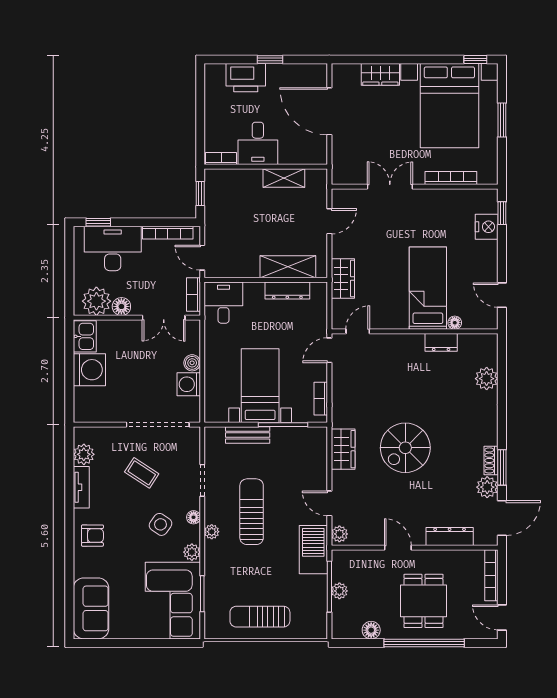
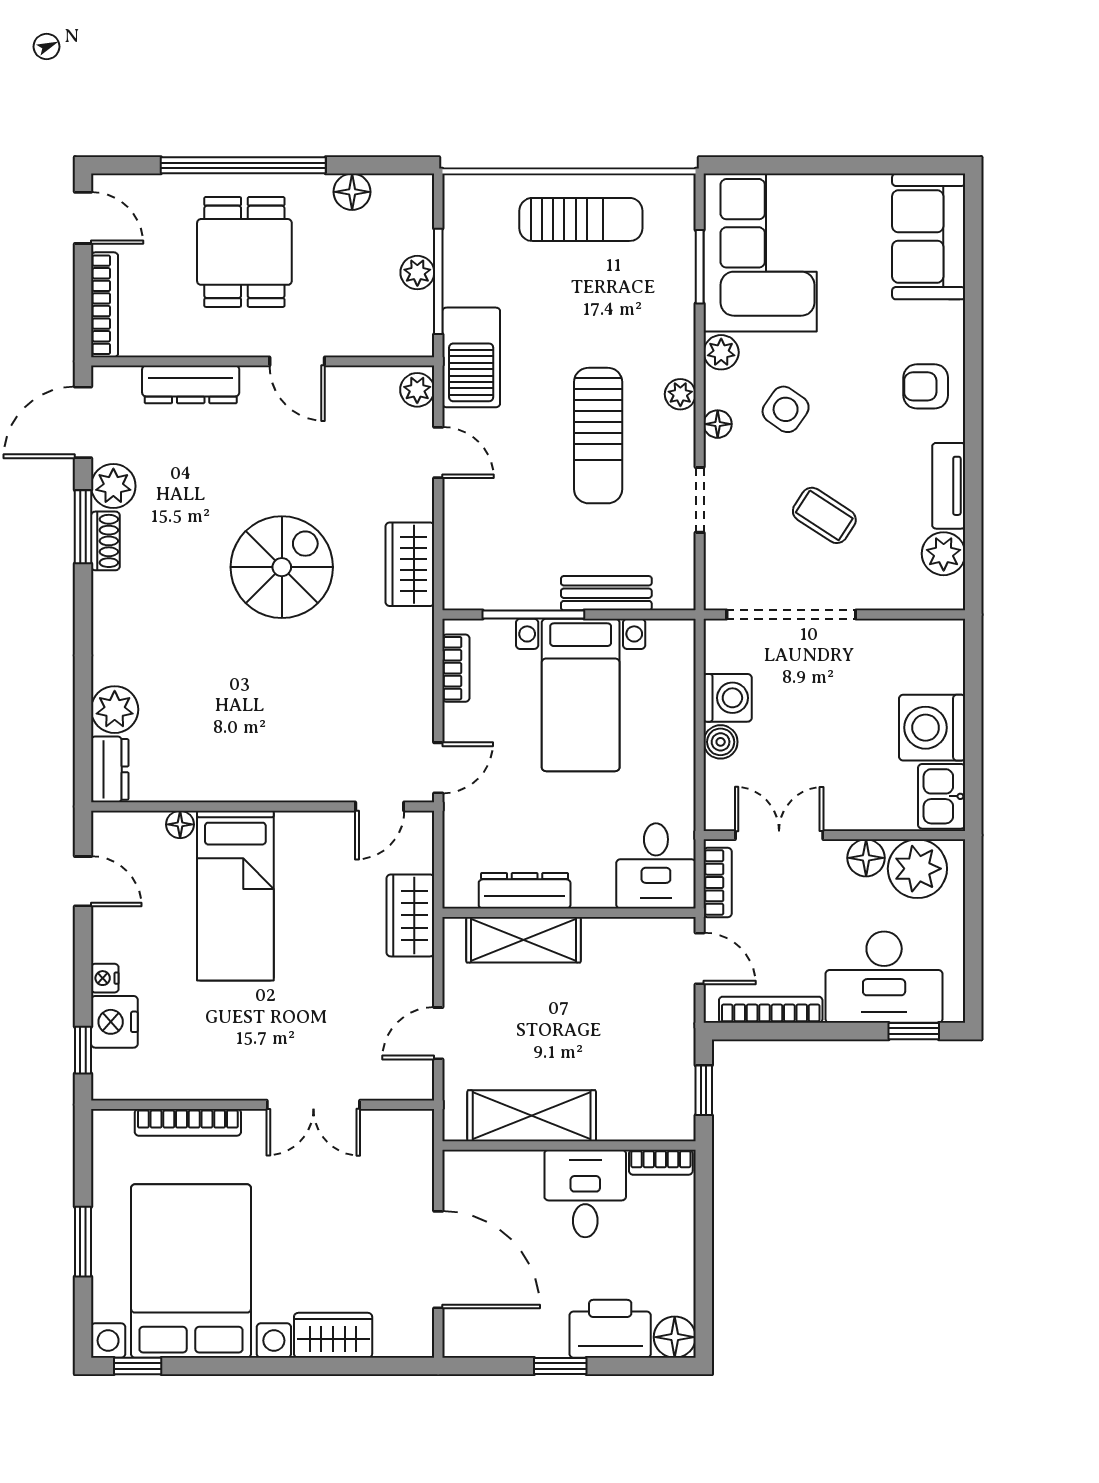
floor lamp: (214, 74) -> (675, 1337), added
shelving: (284, 178) -> (532, 1116), width x1.50, depth x1.33
nightstand: (491, 248) -> (105, 978), added
dresser: (441, 342) -> (110, 769), moved, turned 90

